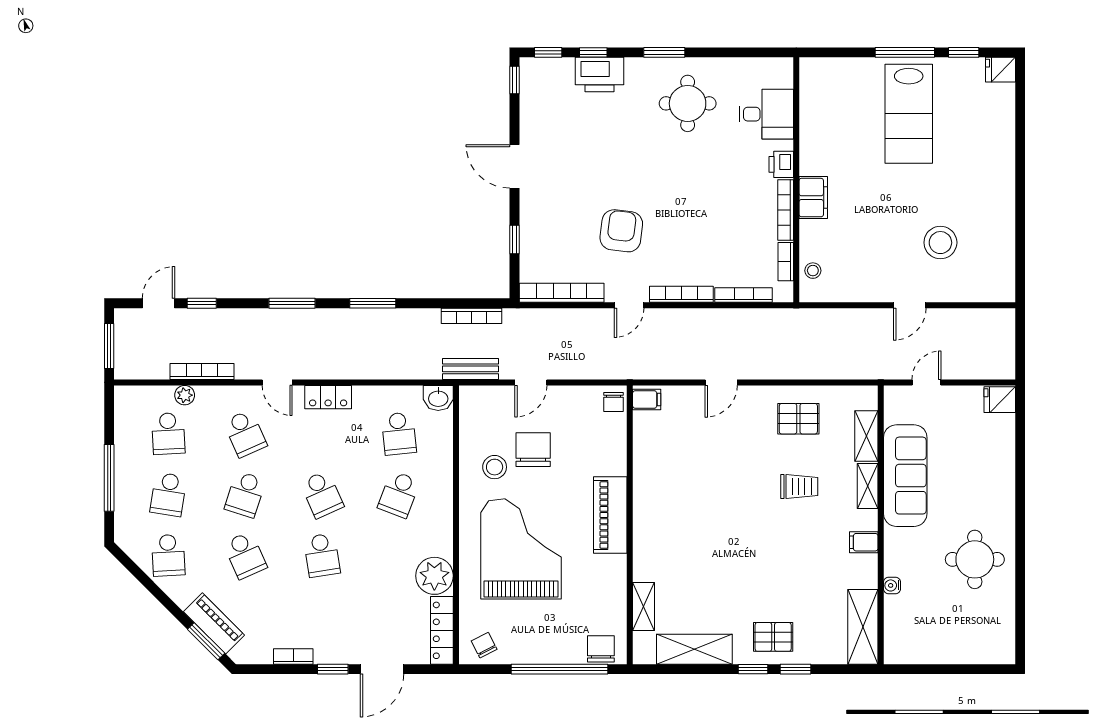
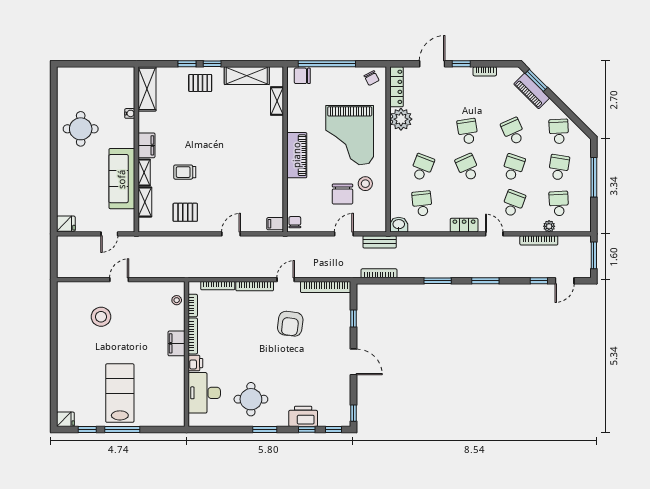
desk: (766, 114) -> (204, 393), width x1.37
school desk: (245, 434) -> (513, 204), turned 45
filing cabinet: (864, 542) -> (146, 145), width x2.00
chair: (601, 649) -> (302, 76), turned 90

